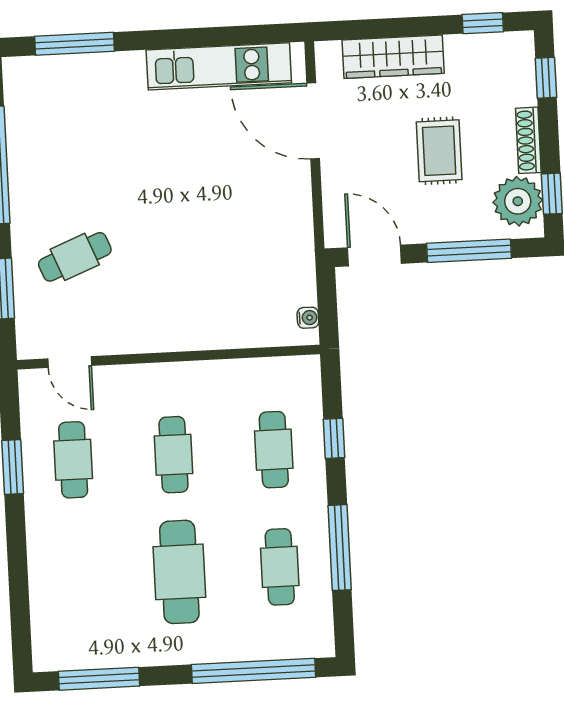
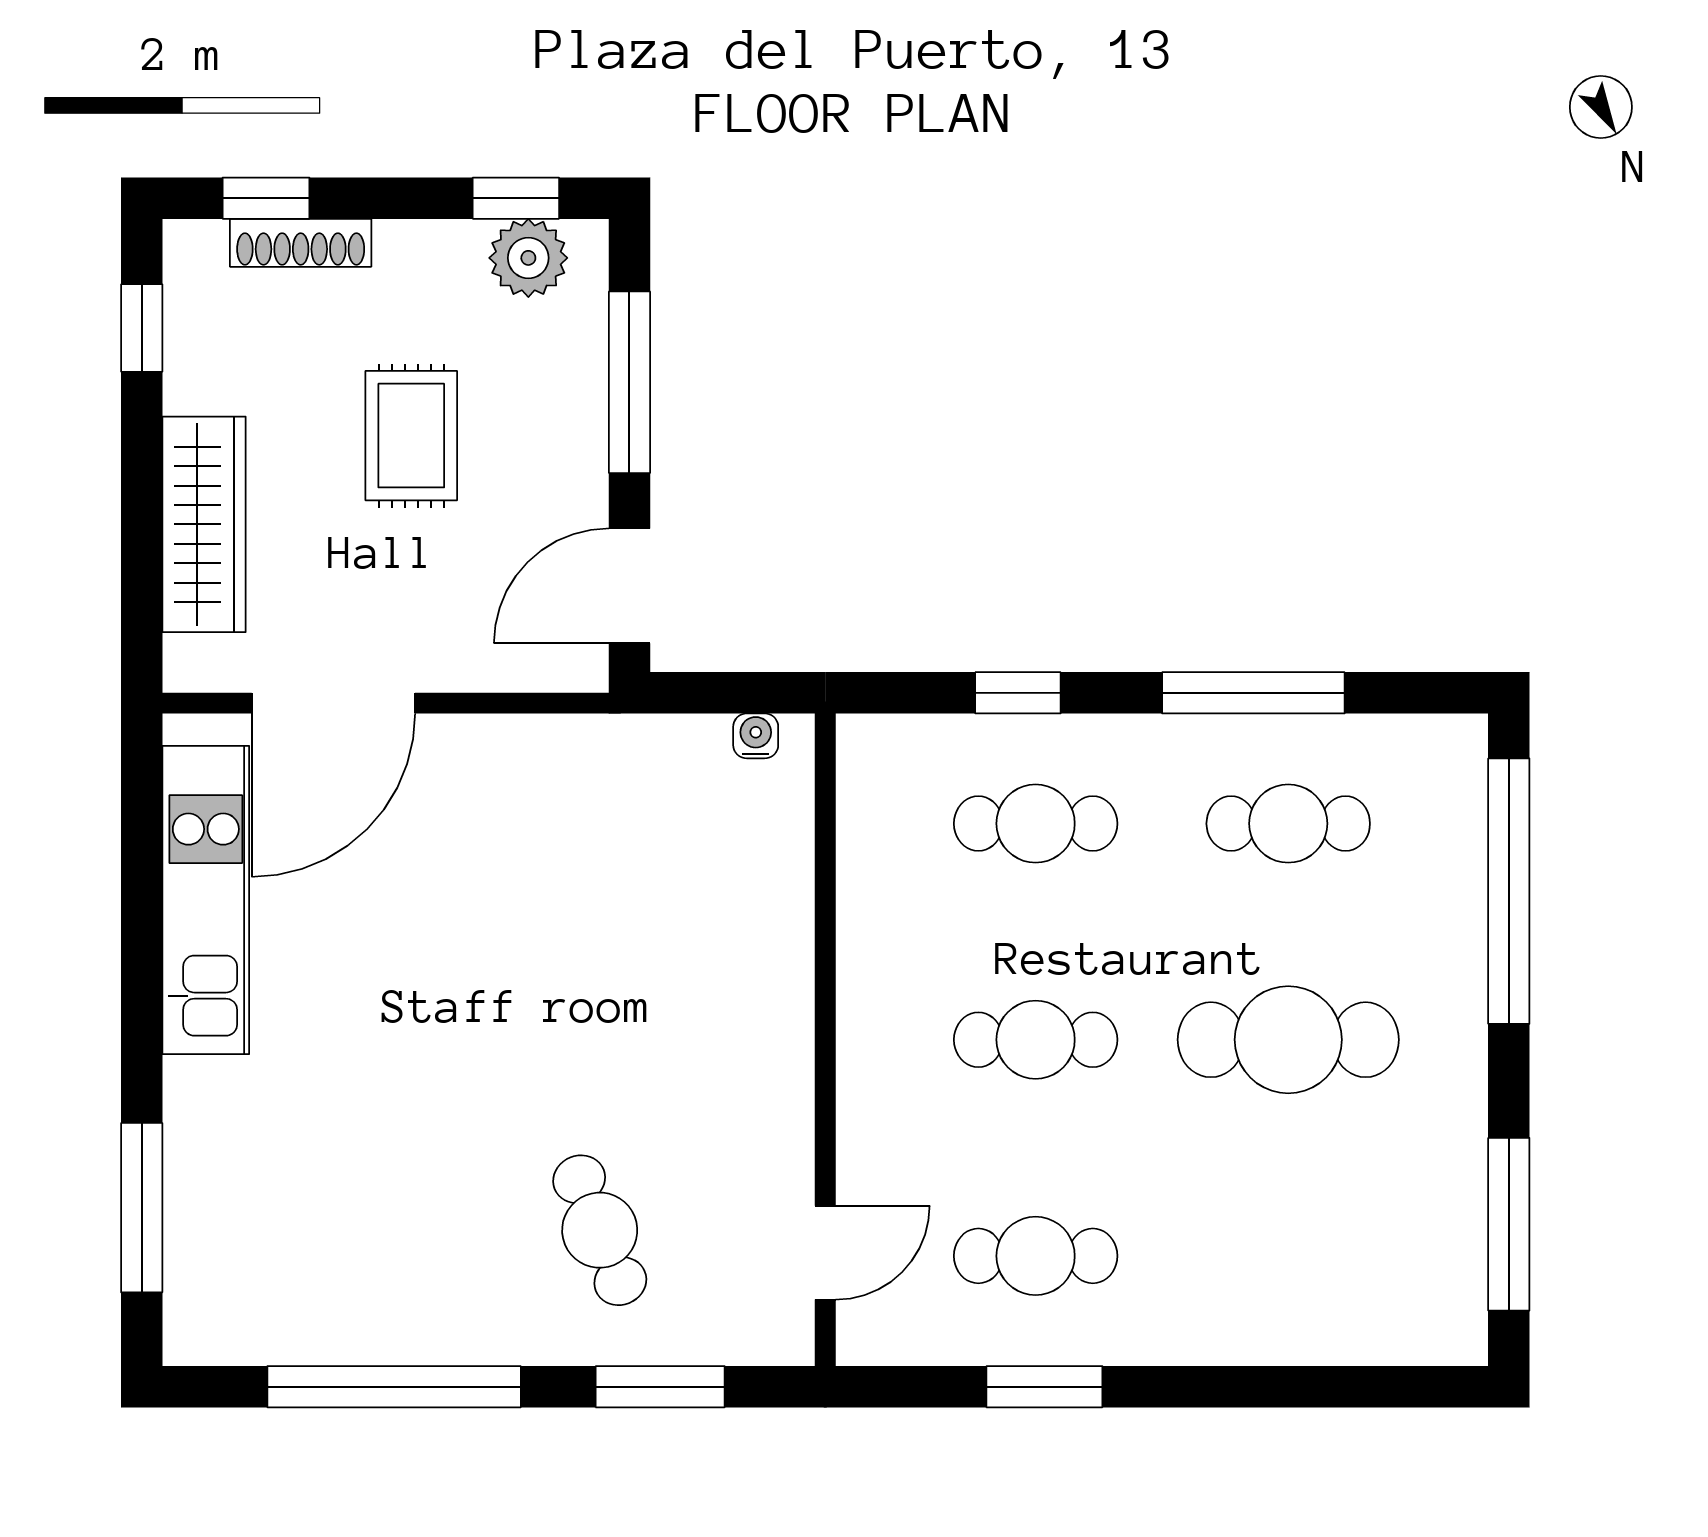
shoe rack: (528, 140) -> (301, 243), moved
rug: (439, 151) -> (411, 436), turned 90
plant: (518, 201) -> (528, 258), width x0.73, depth x0.73

